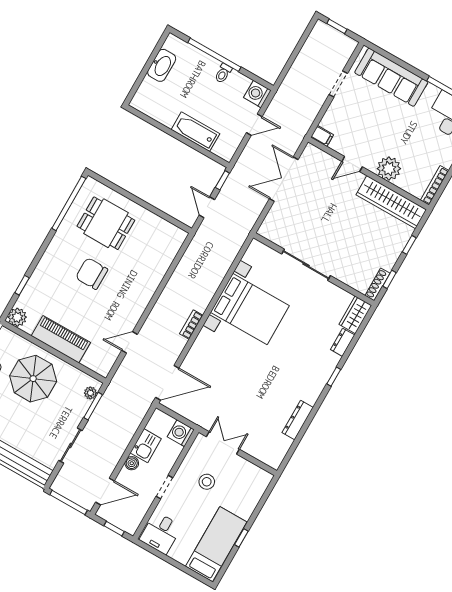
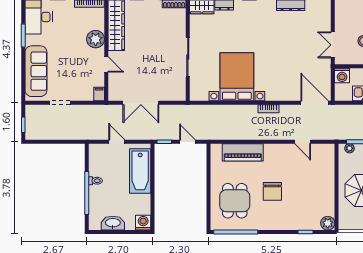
washing machine: (257, 94) -> (143, 223), moved, turned 180
bathtub: (195, 132) -> (140, 171), width x1.36, depth x1.36
door: (207, 207) -> (187, 142), swing flipped
piano: (61, 339) -> (243, 152), moved, turned -90

